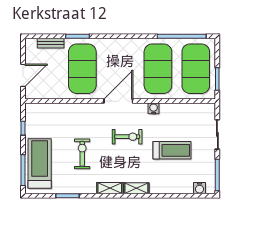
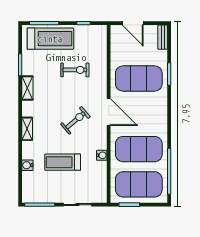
bench: (51, 43) -> (163, 37), moved
water cooler: (154, 108) -> (102, 155), moved
exercise bike: (127, 137) -> (75, 120), turned -130
treadmill: (172, 150) -> (63, 162), turned 90
exercise bike: (82, 154) -> (75, 70), moved
shelving: (110, 188) -> (27, 88), moved
water cooler: (200, 188) -> (27, 165), moved

